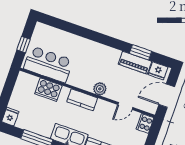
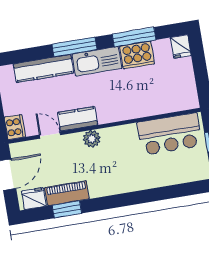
cooker: (48, 90) -> (137, 55), moved, turned 180
kitchen counter: (82, 100) -> (78, 119), moved
door: (125, 106) -> (50, 135), hinge flipped

